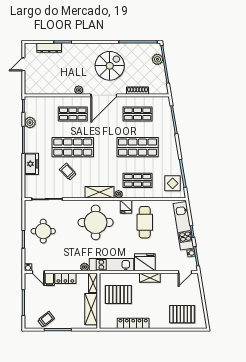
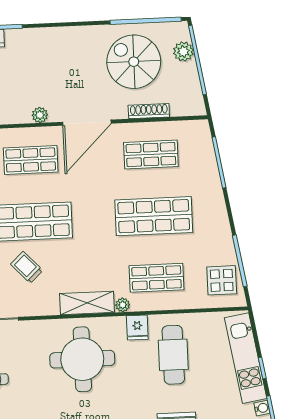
spiral stairs: (110, 66) -> (134, 62), moved, turned -90

